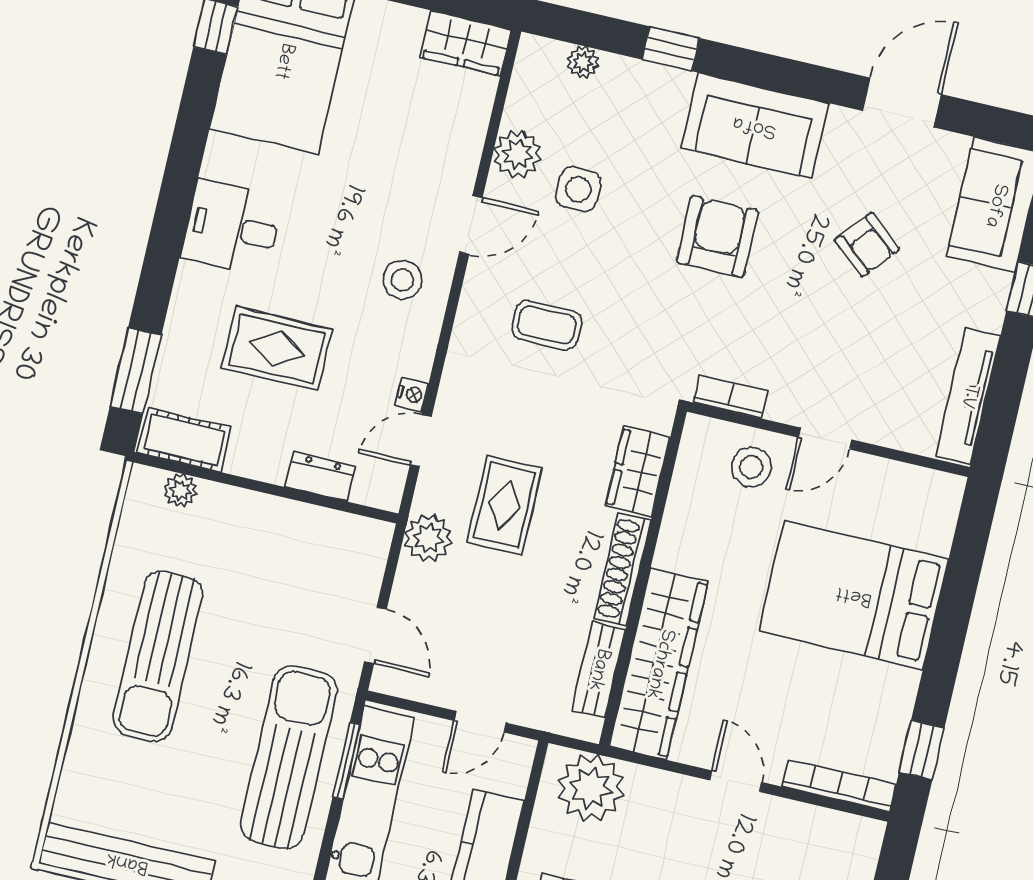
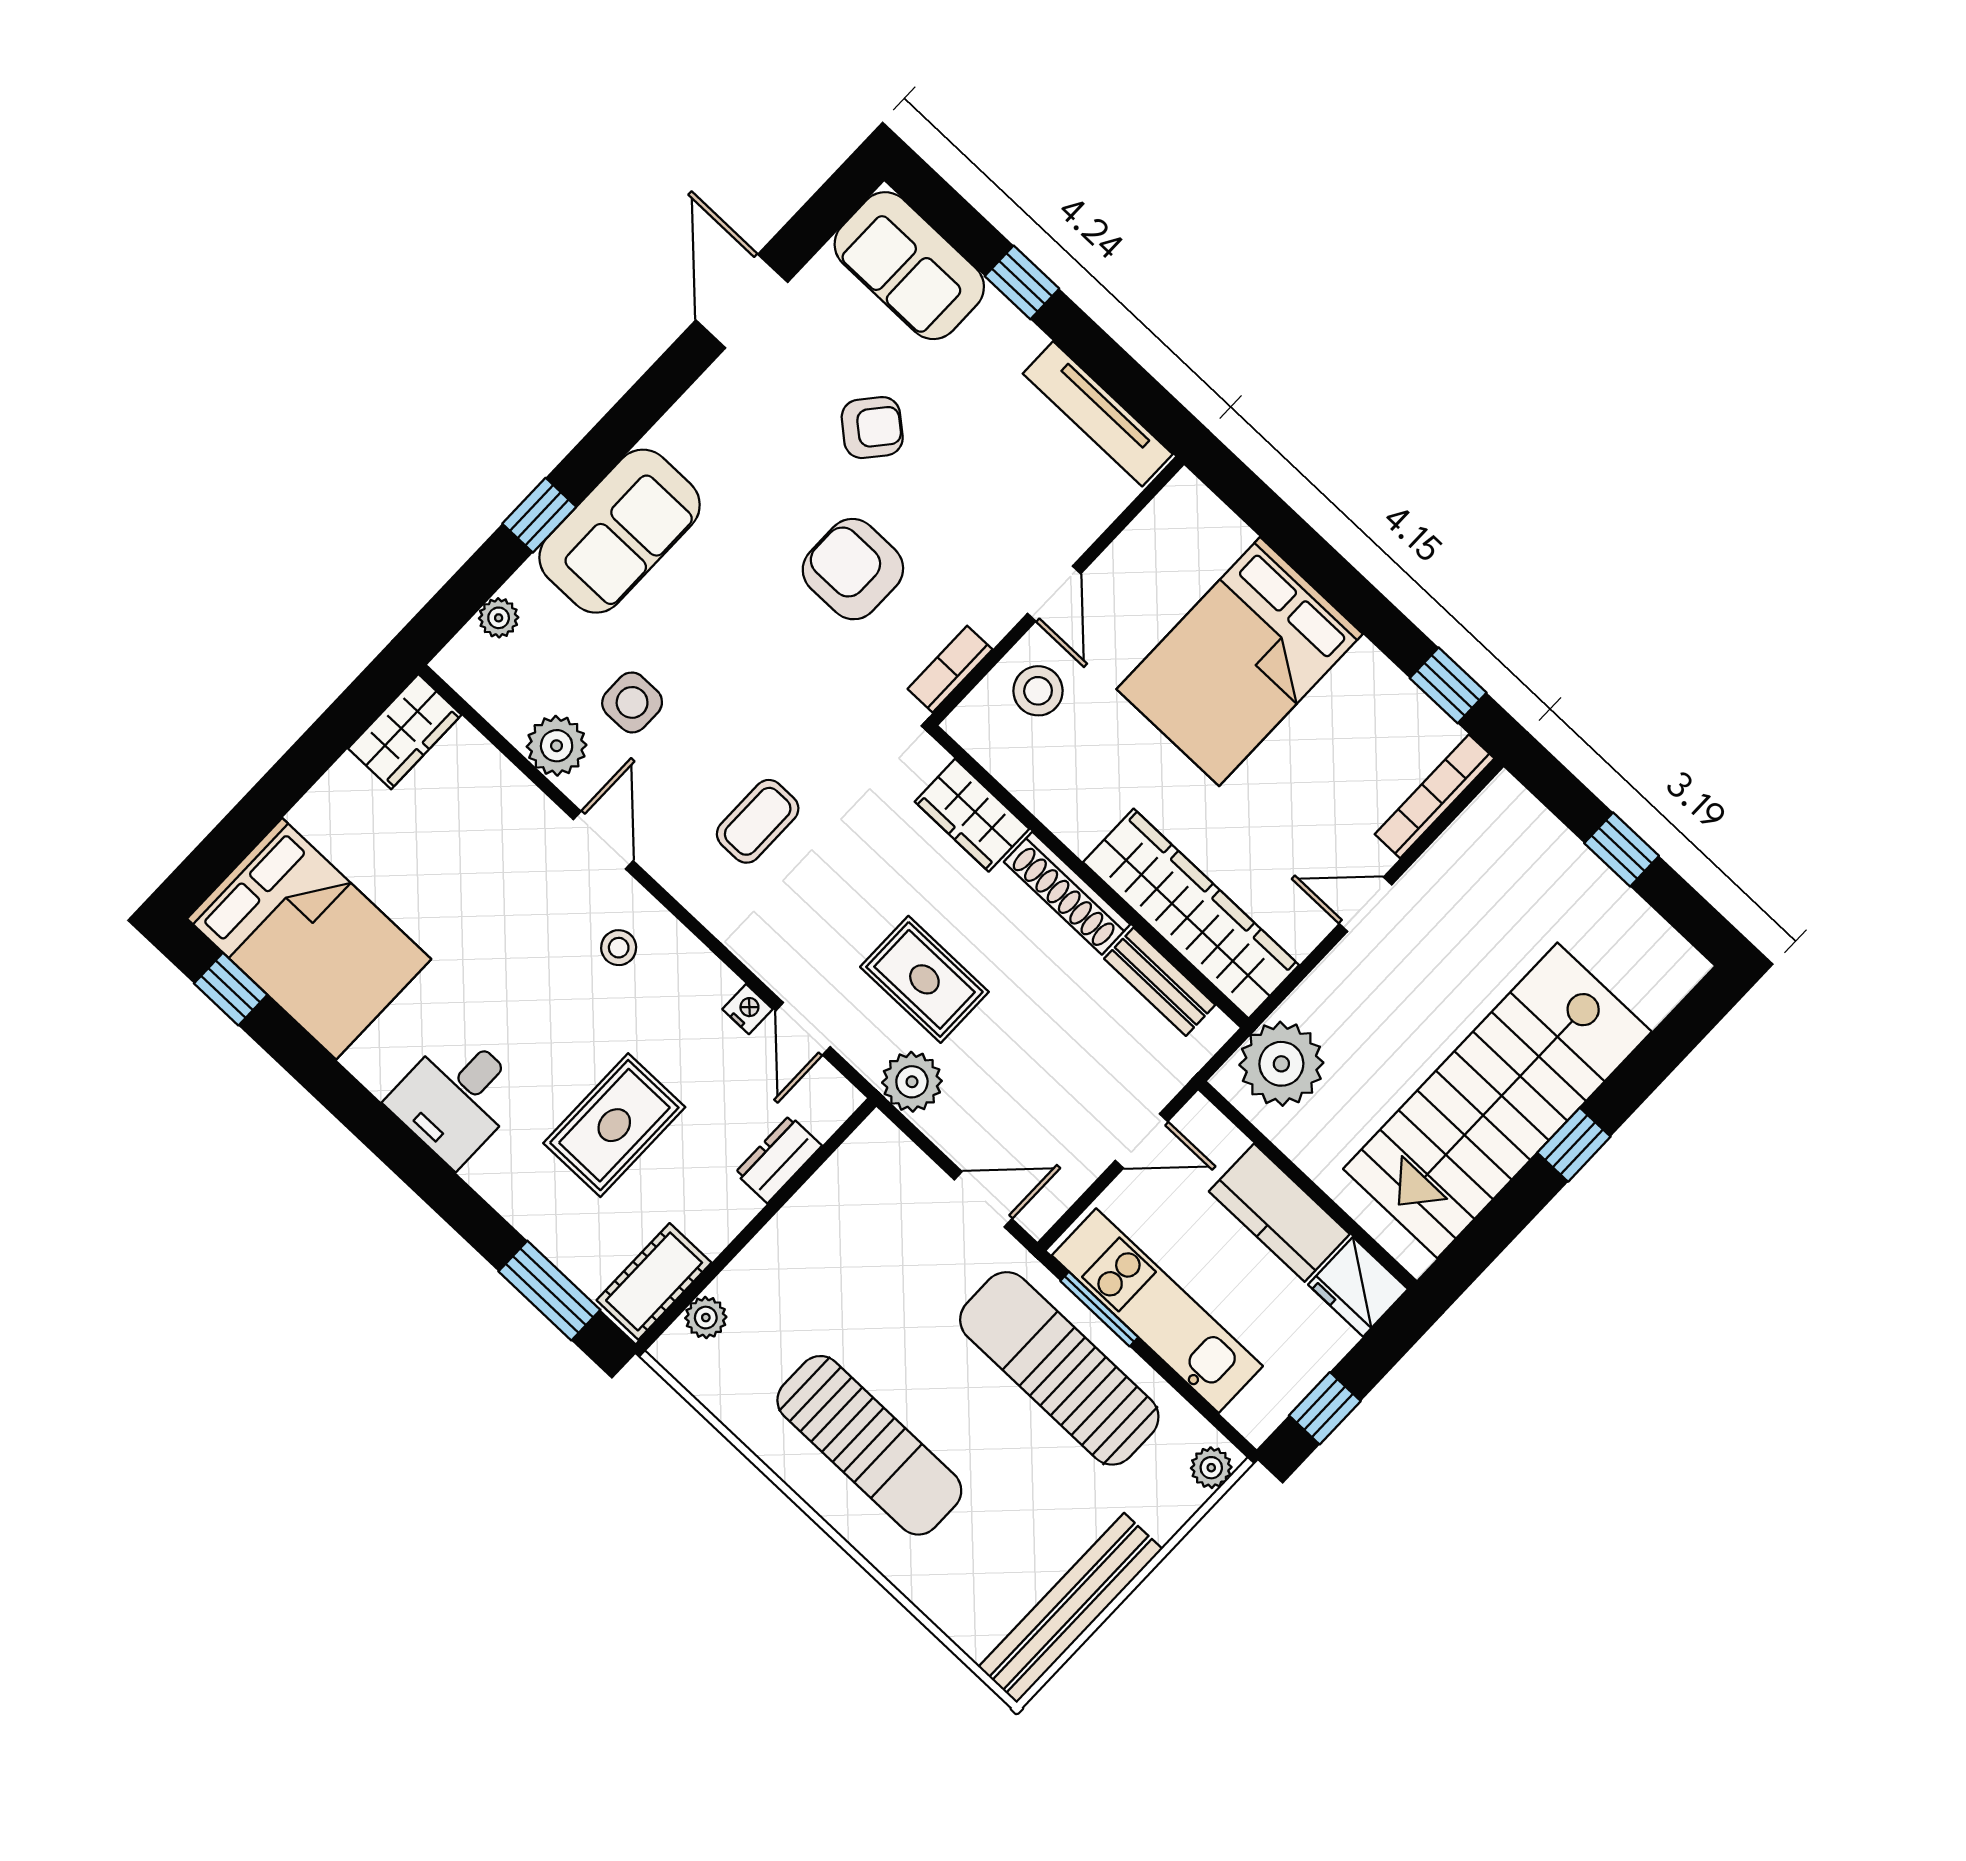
sofa: (755, 126) -> (620, 531), moved
armchair: (717, 236) -> (853, 569), moved
stool: (402, 280) -> (619, 948), width x0.73, depth x0.73
door: (480, 722) -> (1142, 1141), hinge flipped

